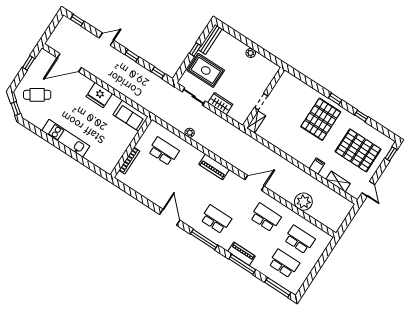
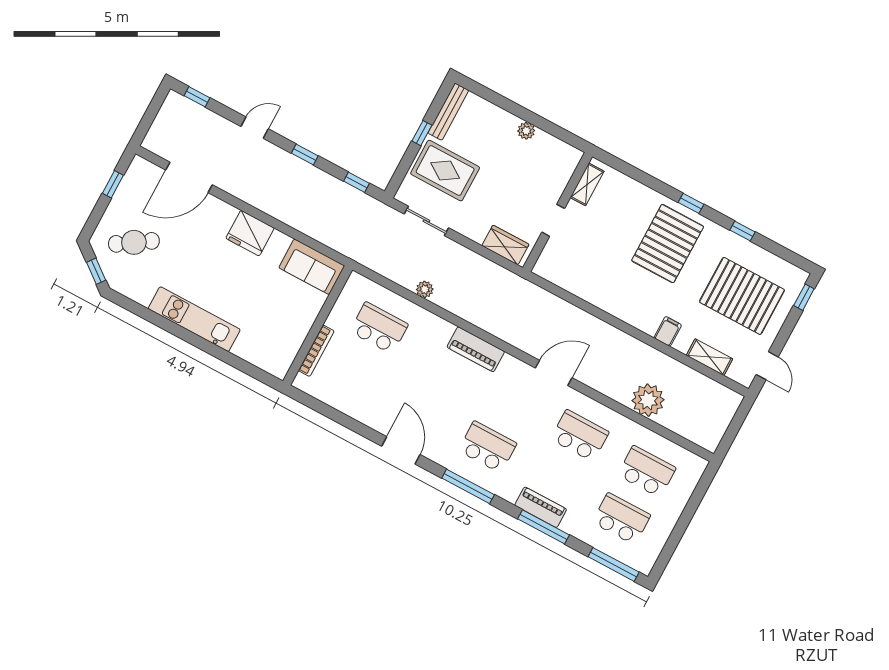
wardrobe: (220, 104) -> (505, 245), moved
shelving: (256, 122) -> (587, 184), moved

